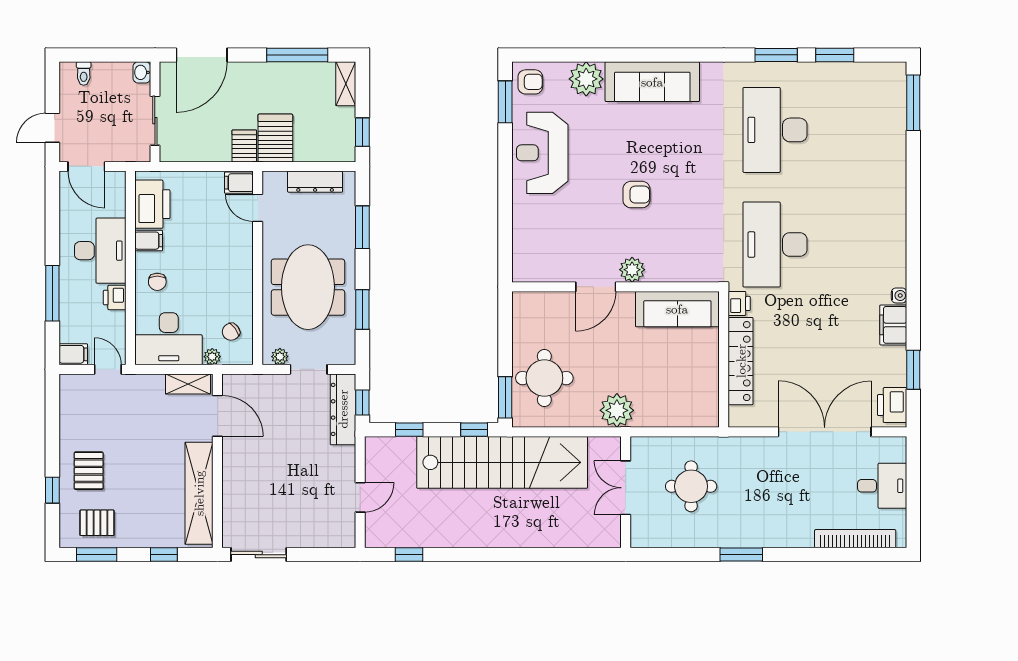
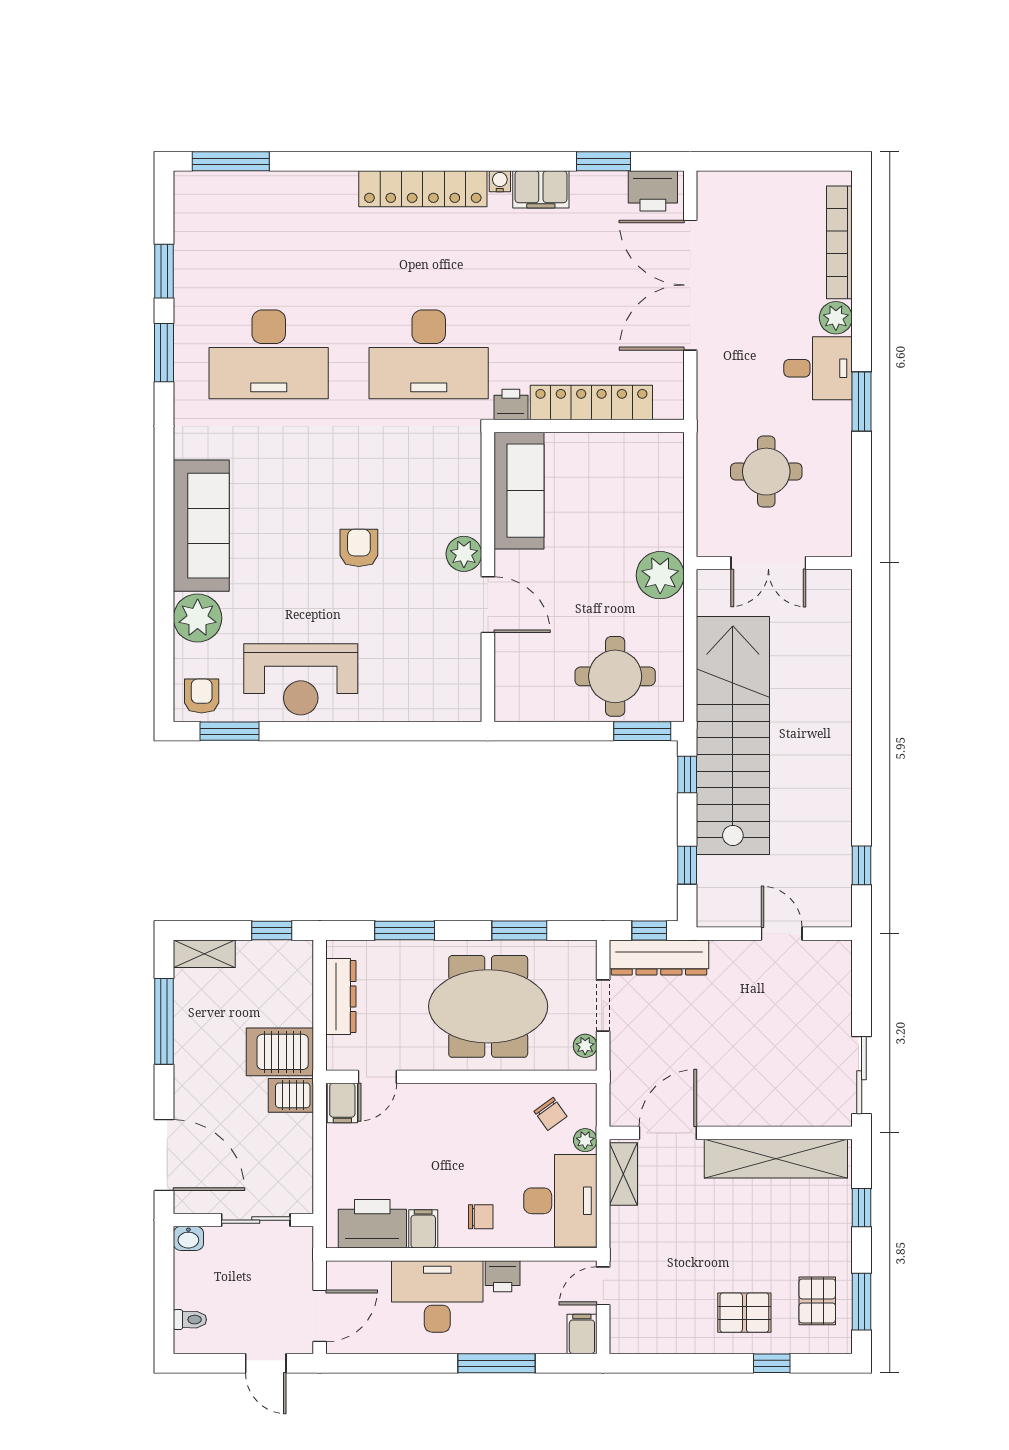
locker: (894, 240) -> (423, 189), added
desk: (882, 486) -> (818, 368), moved, turned 90
plant: (801, 536) -> (836, 318), added

